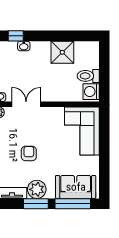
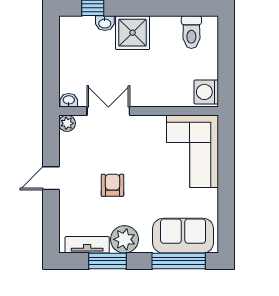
shower: (62, 52) -> (133, 33), moved
toilet: (88, 76) -> (191, 32), moved, turned -90
window: (36, 204) -> (108, 261), moved

